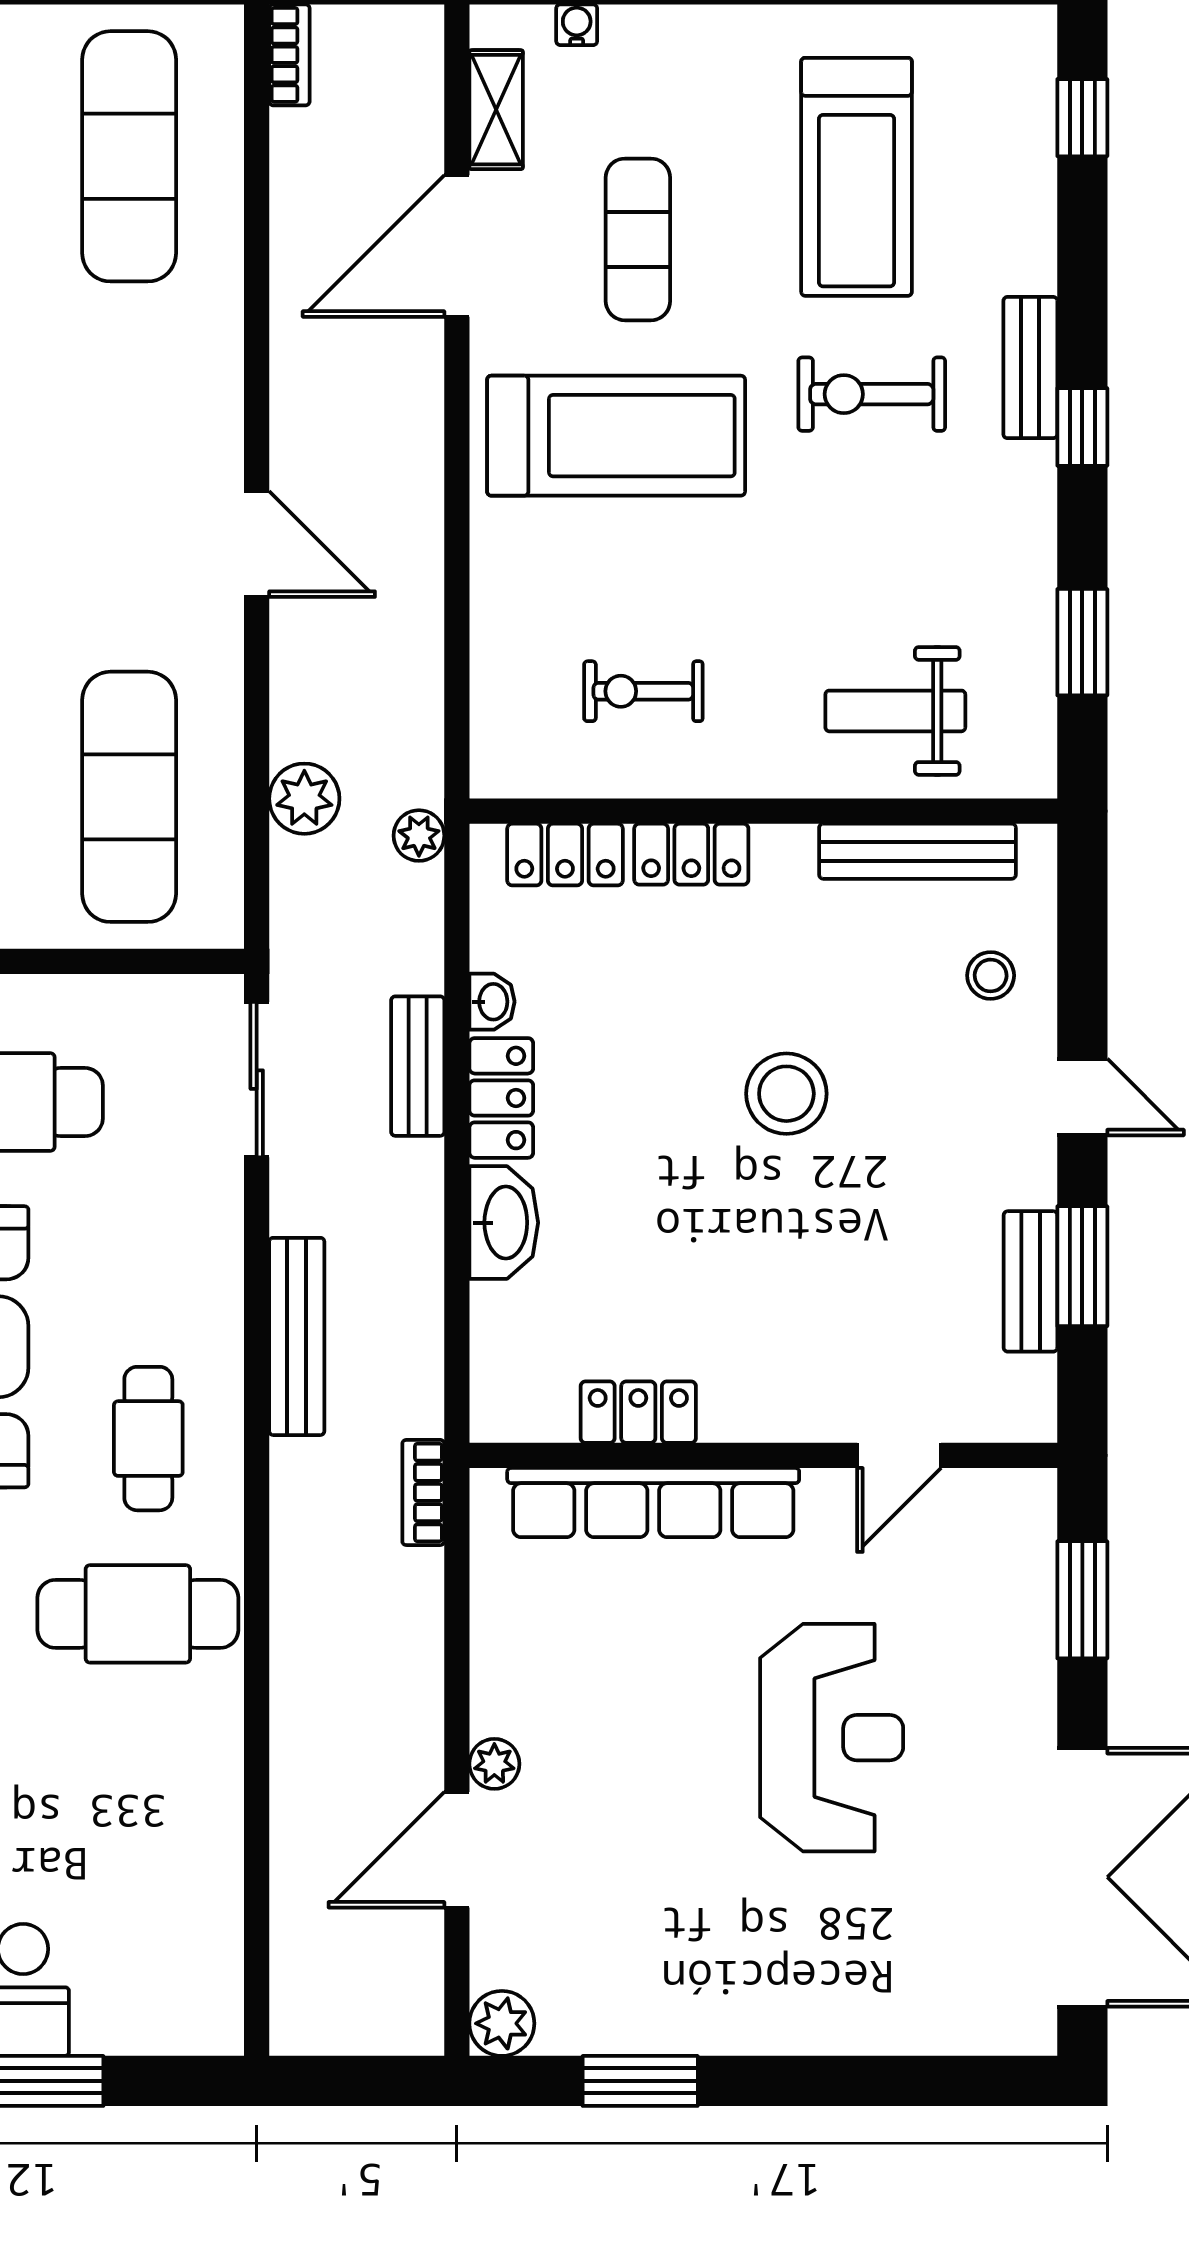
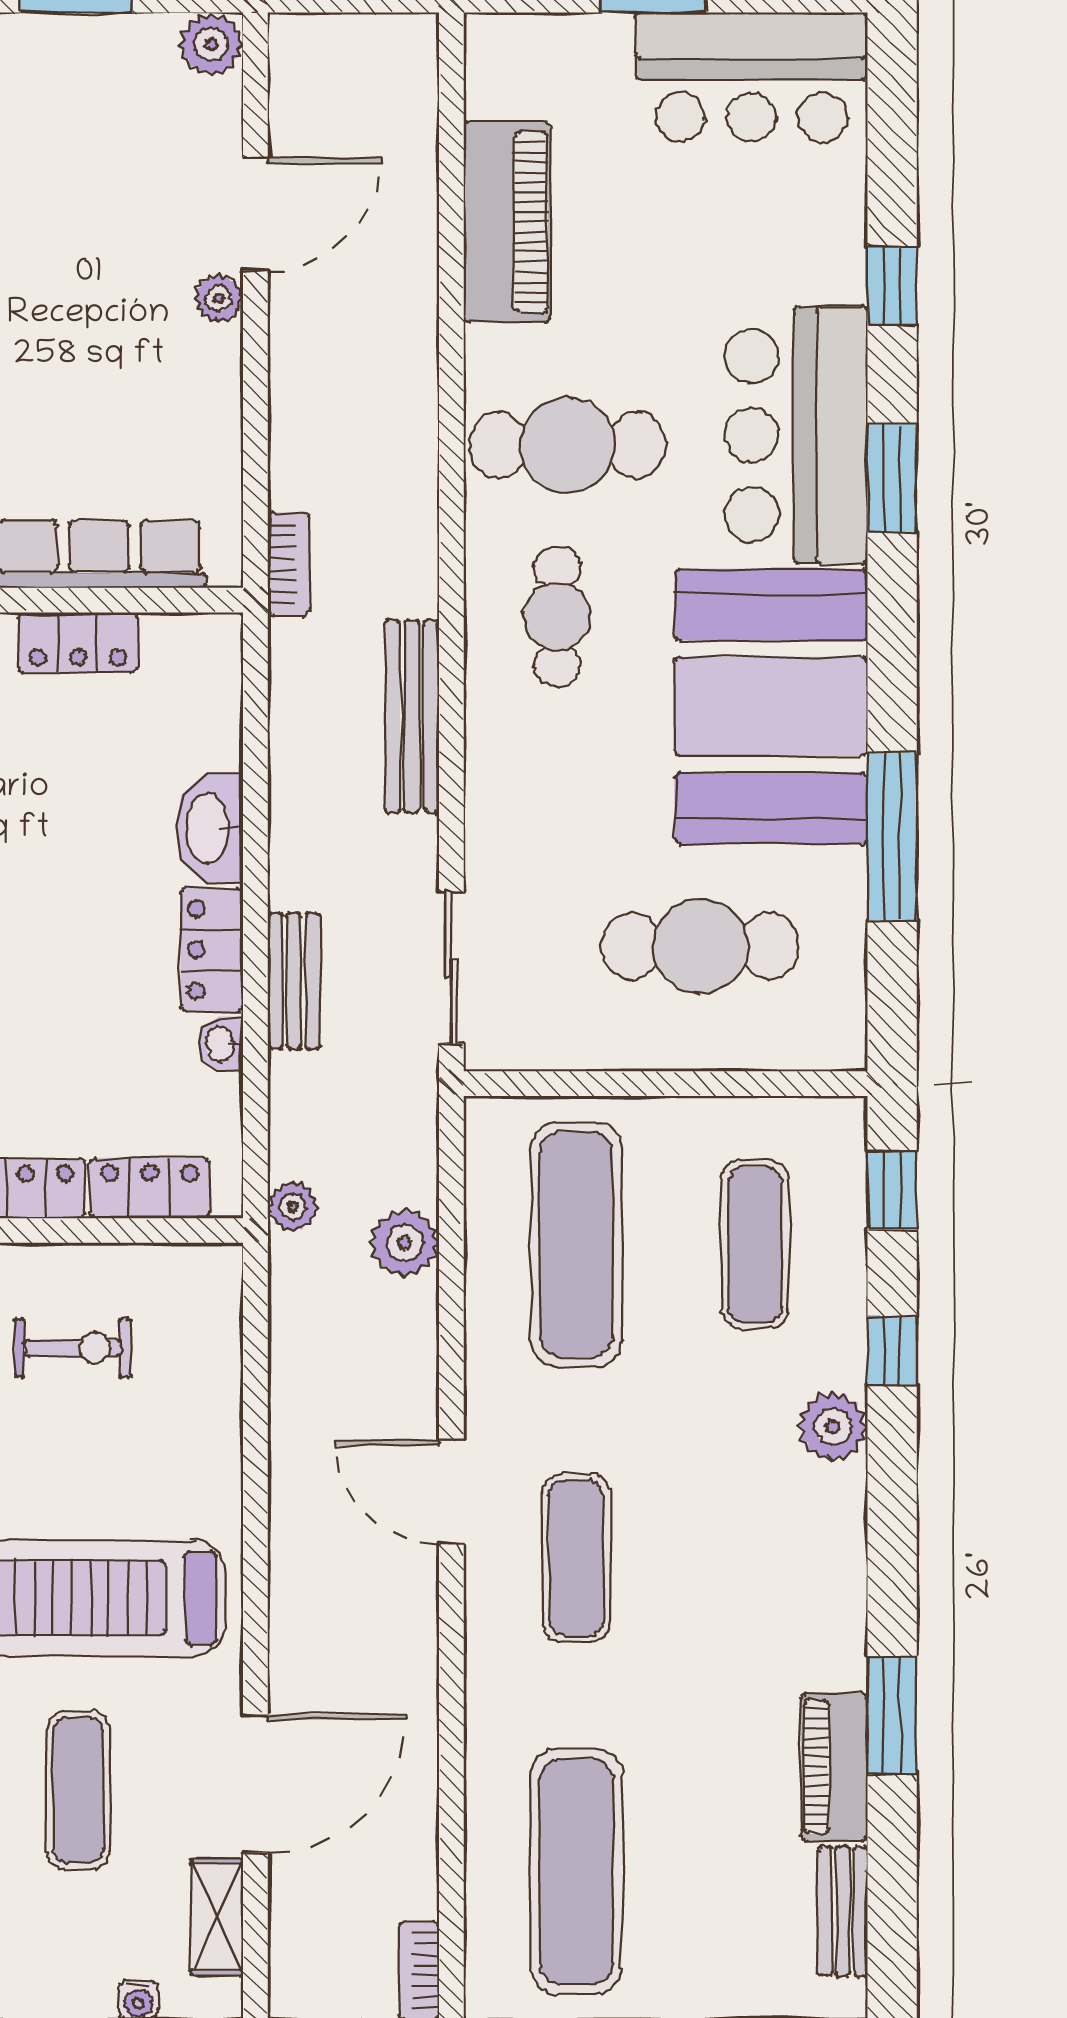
exercise mat: (129, 477) -> (576, 1558), added
piano: (200, 1842) -> (507, 222), added

